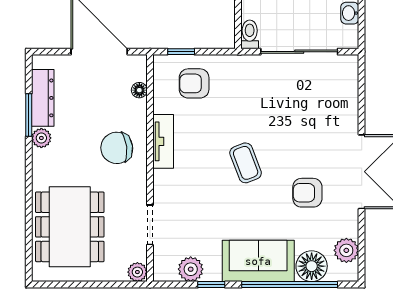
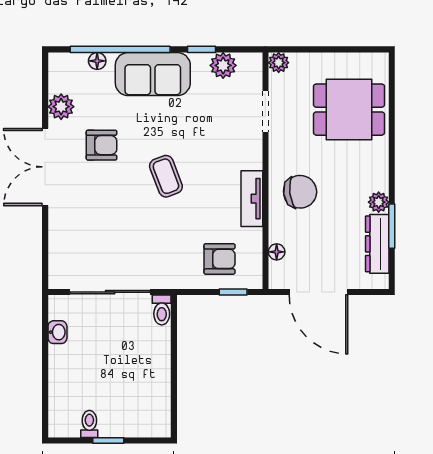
dining table: (70, 227) -> (349, 110), width x0.73
plant: (346, 250) -> (61, 107), moved
floor lamp: (312, 266) -> (97, 61), width x0.53, depth x0.53

